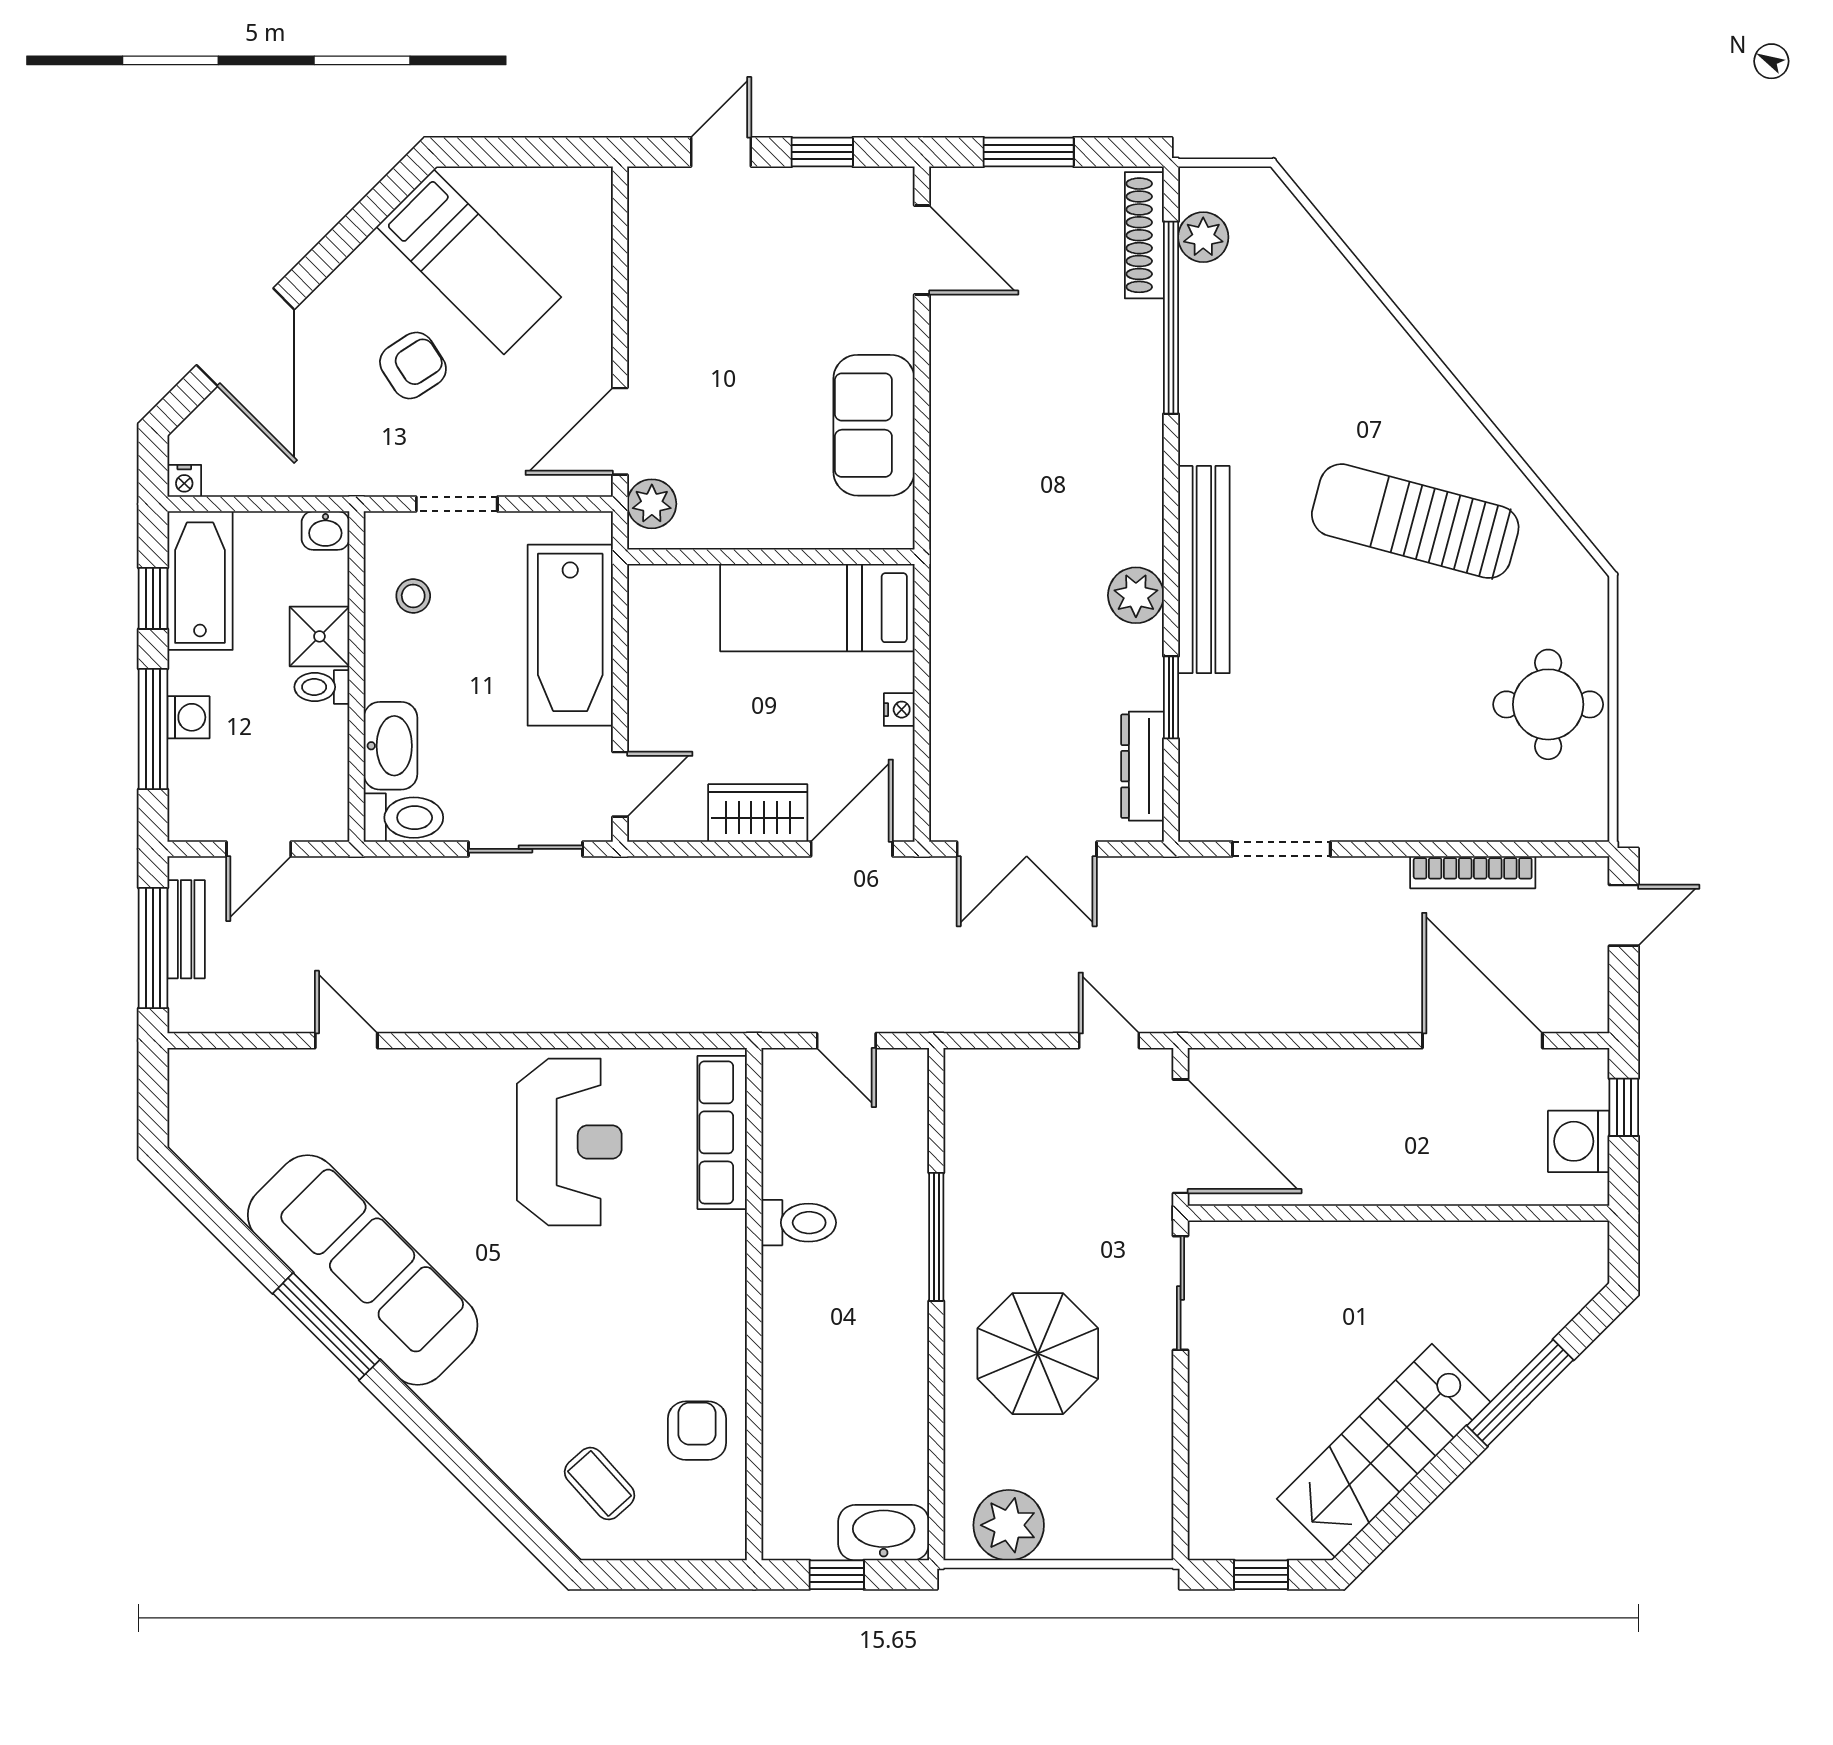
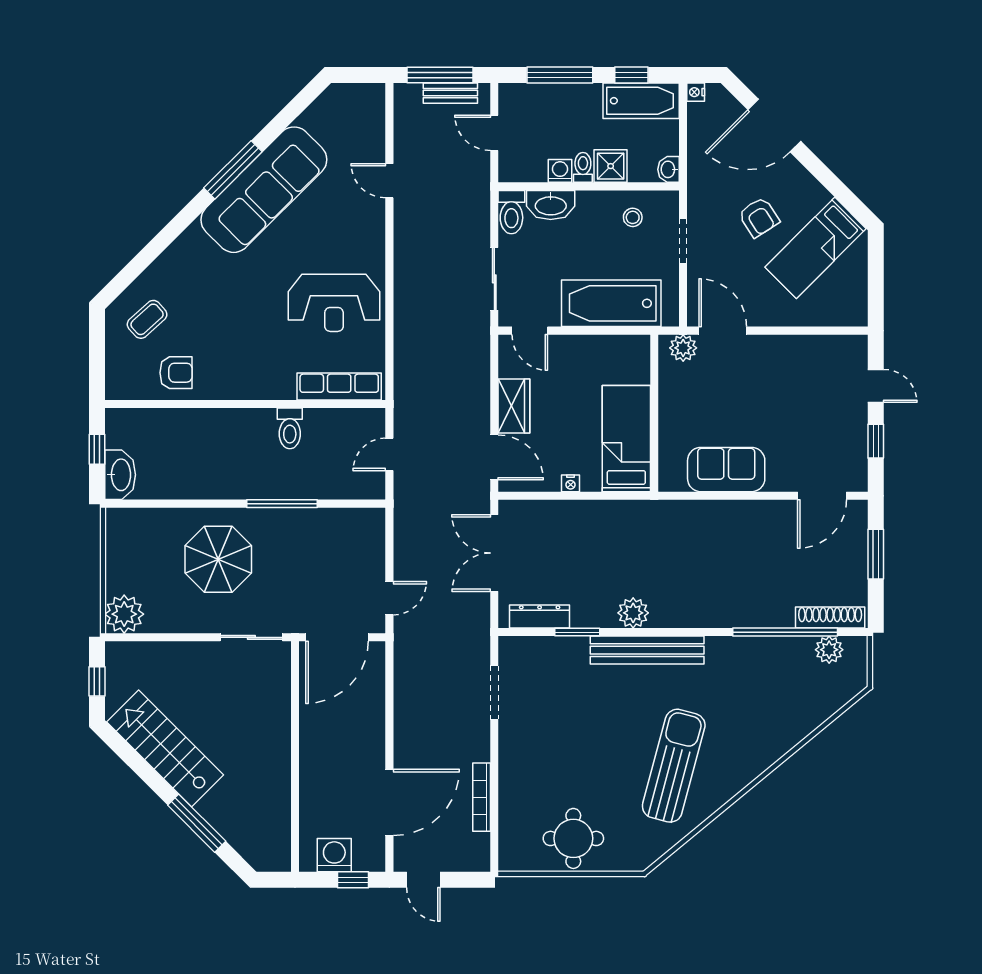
washing machine: (188, 717) -> (560, 171), moved, turned 180
door: (1624, 915) -> (423, 880), moved
door: (346, 1041) -> (389, 181), swing flipped
plant: (1009, 1525) -> (124, 614), moved

